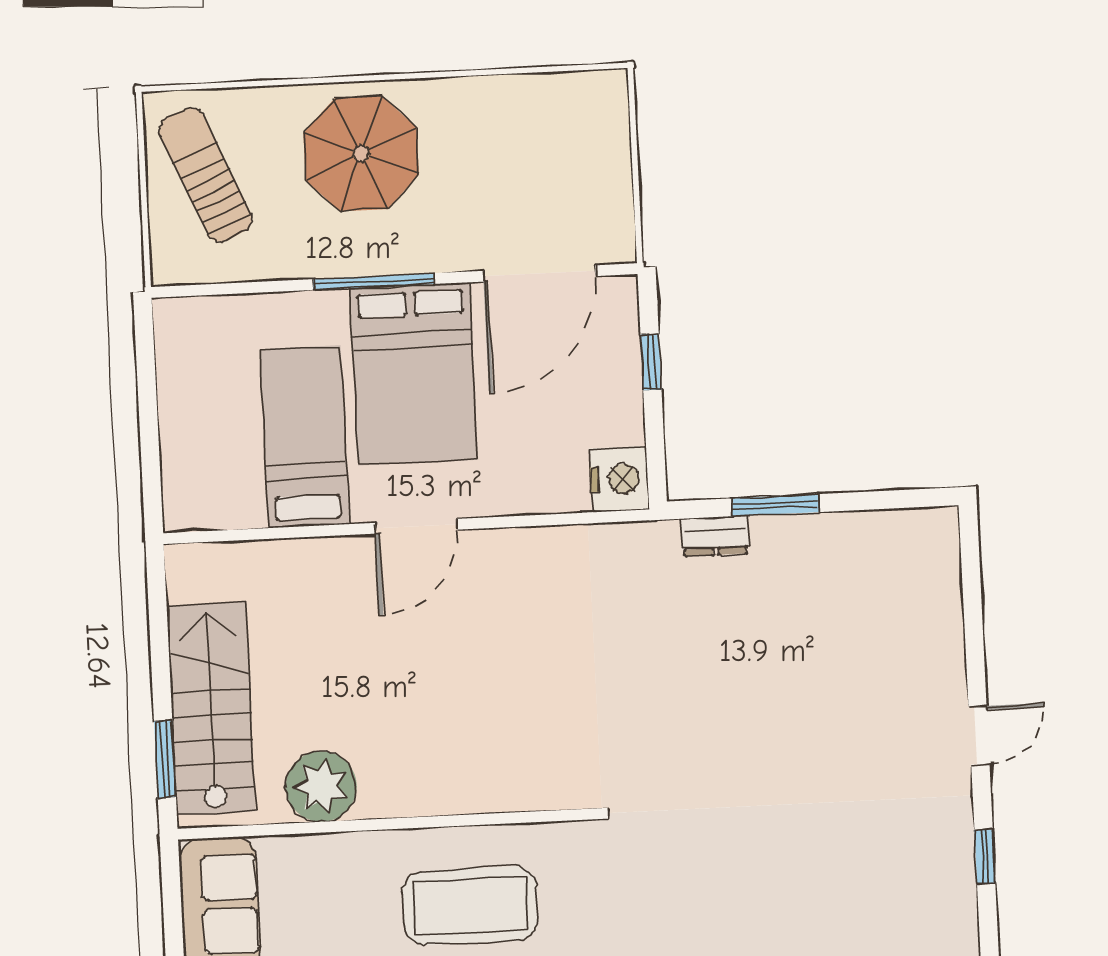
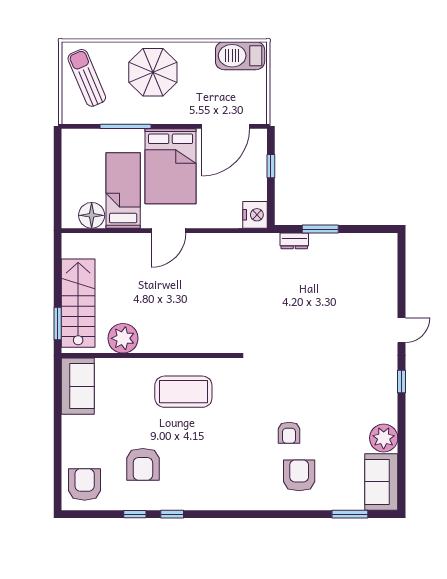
barbecue: (565, 105) -> (240, 56), added
window: (374, 282) -> (126, 126), moved
floor lamp: (233, 499) -> (92, 215), added

